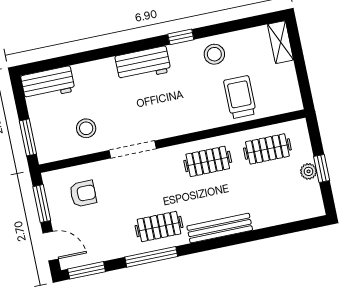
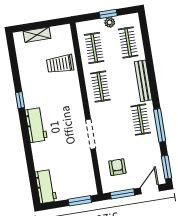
shelving: (281, 42) -> (37, 35), moved
stool: (214, 54) -> (32, 79), removed
stool: (86, 128) -> (76, 163), removed
clothes rail: (278, 202) -> (128, 42), added

